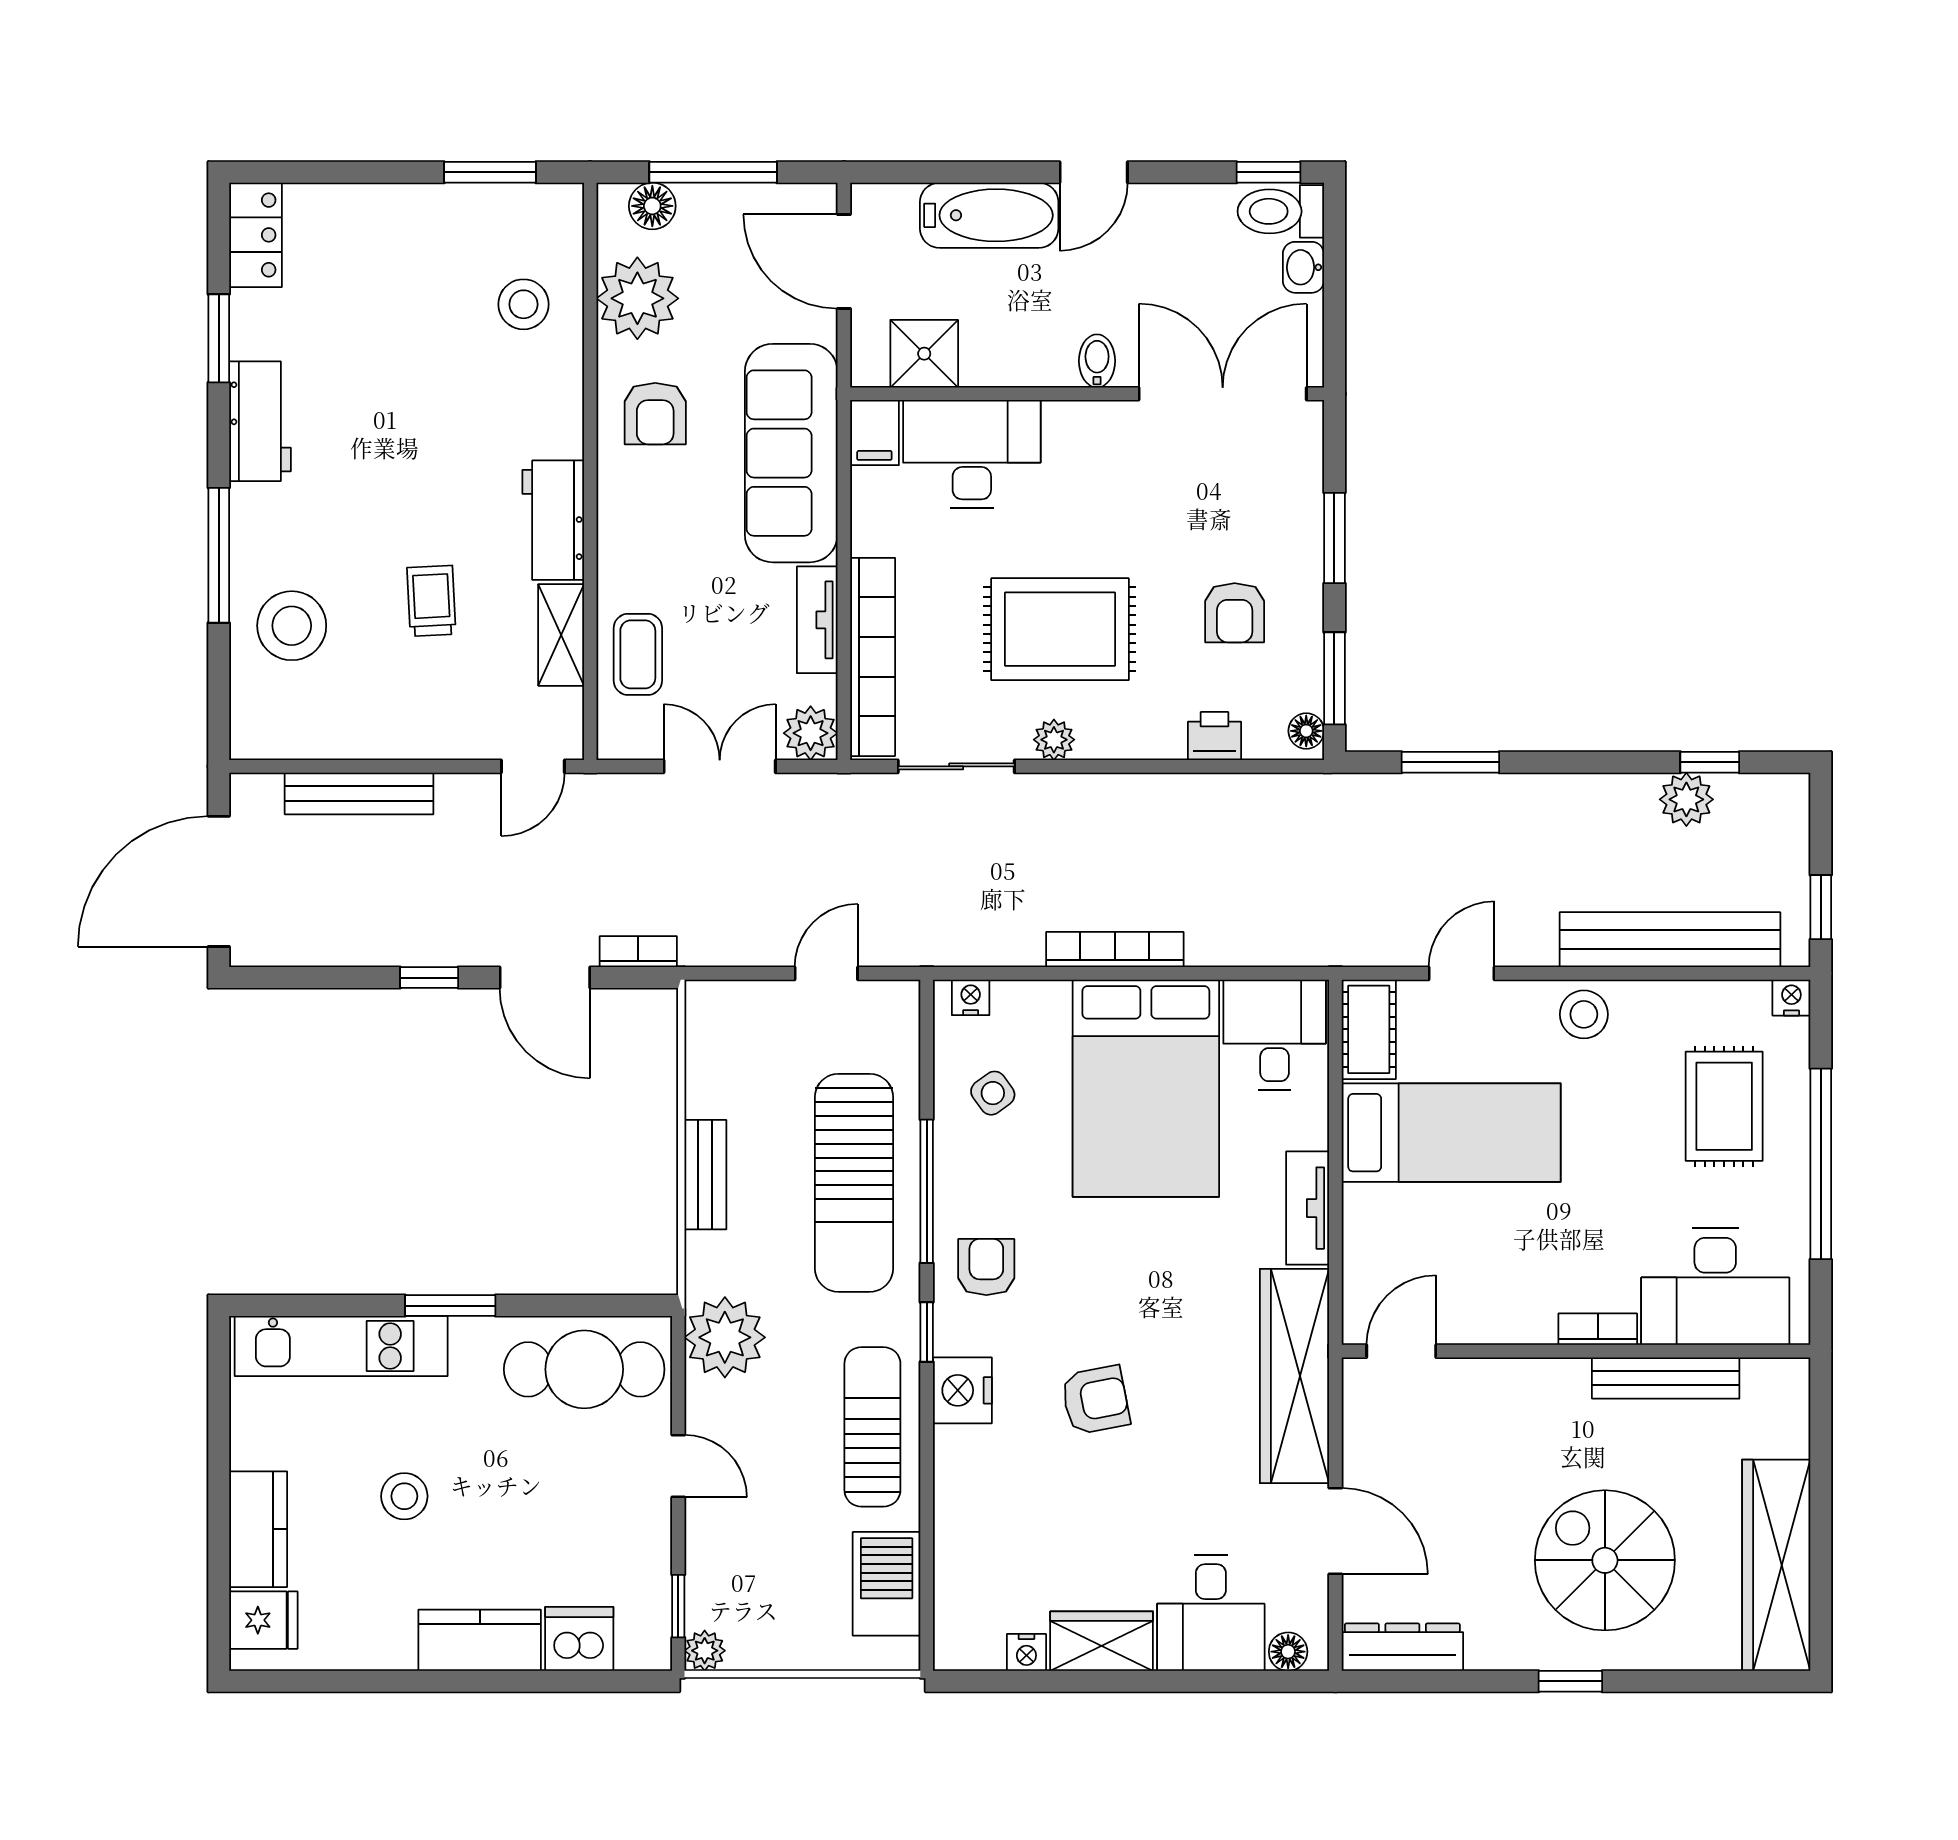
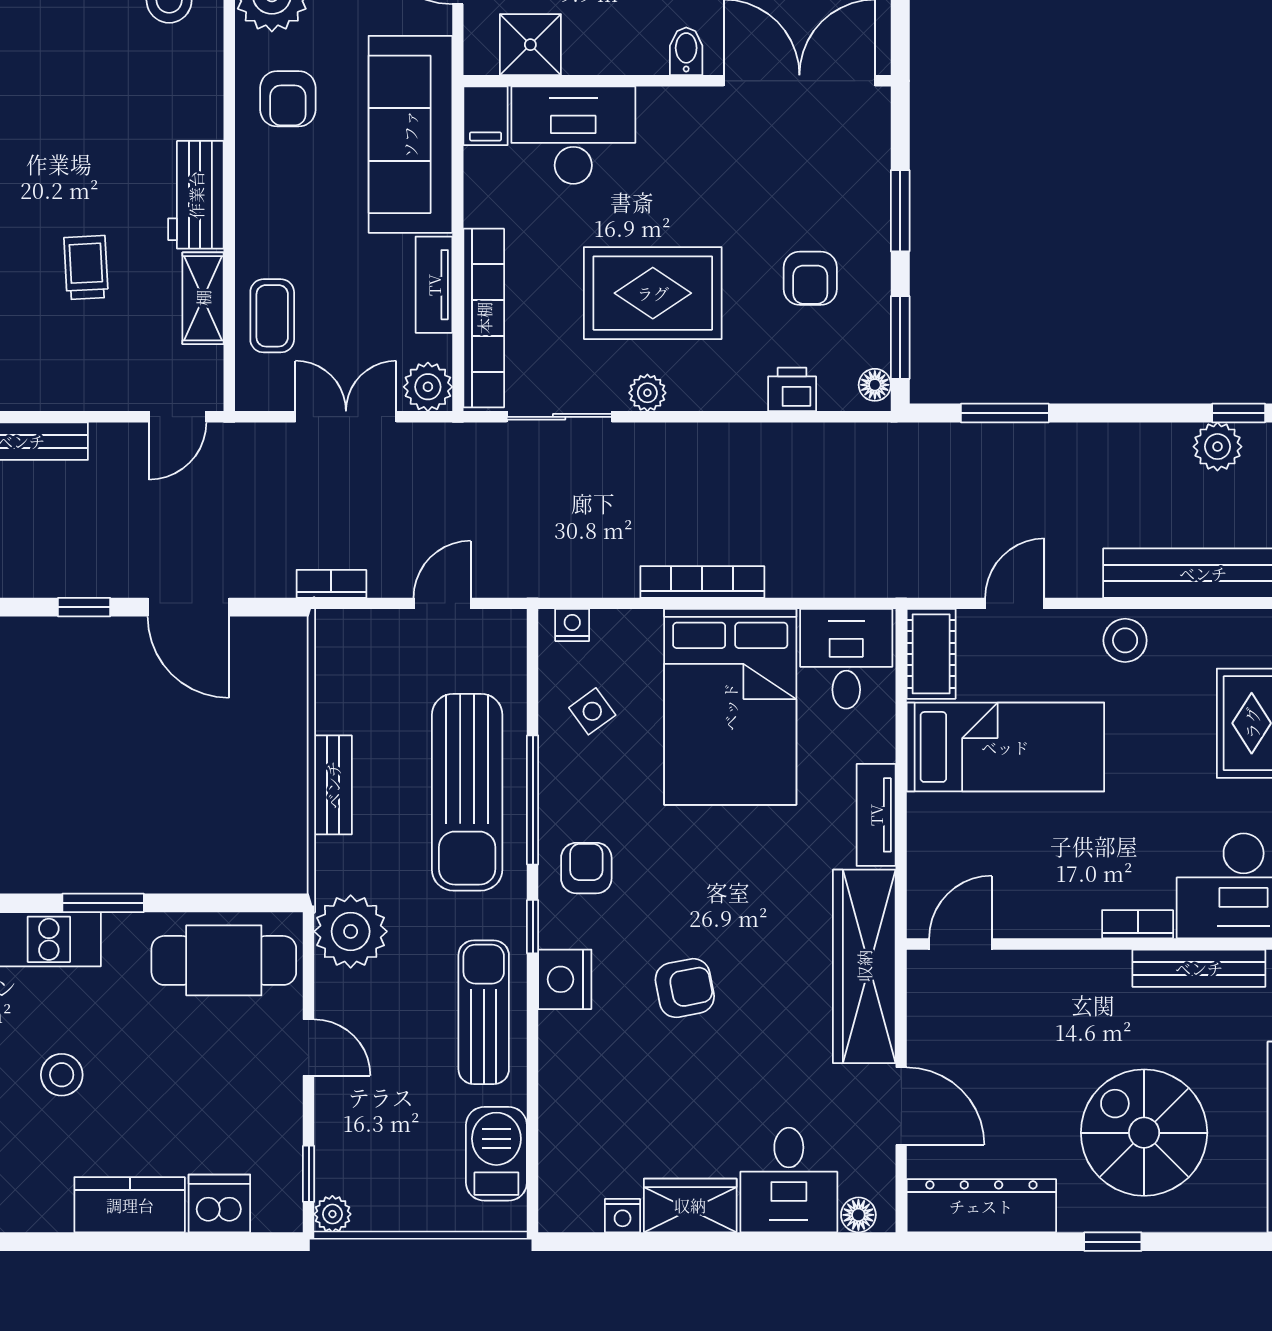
bookcase: (638, 952) -> (331, 584), moved
dresser: (1402, 1647) -> (981, 1206), width x1.37, depth x1.24

